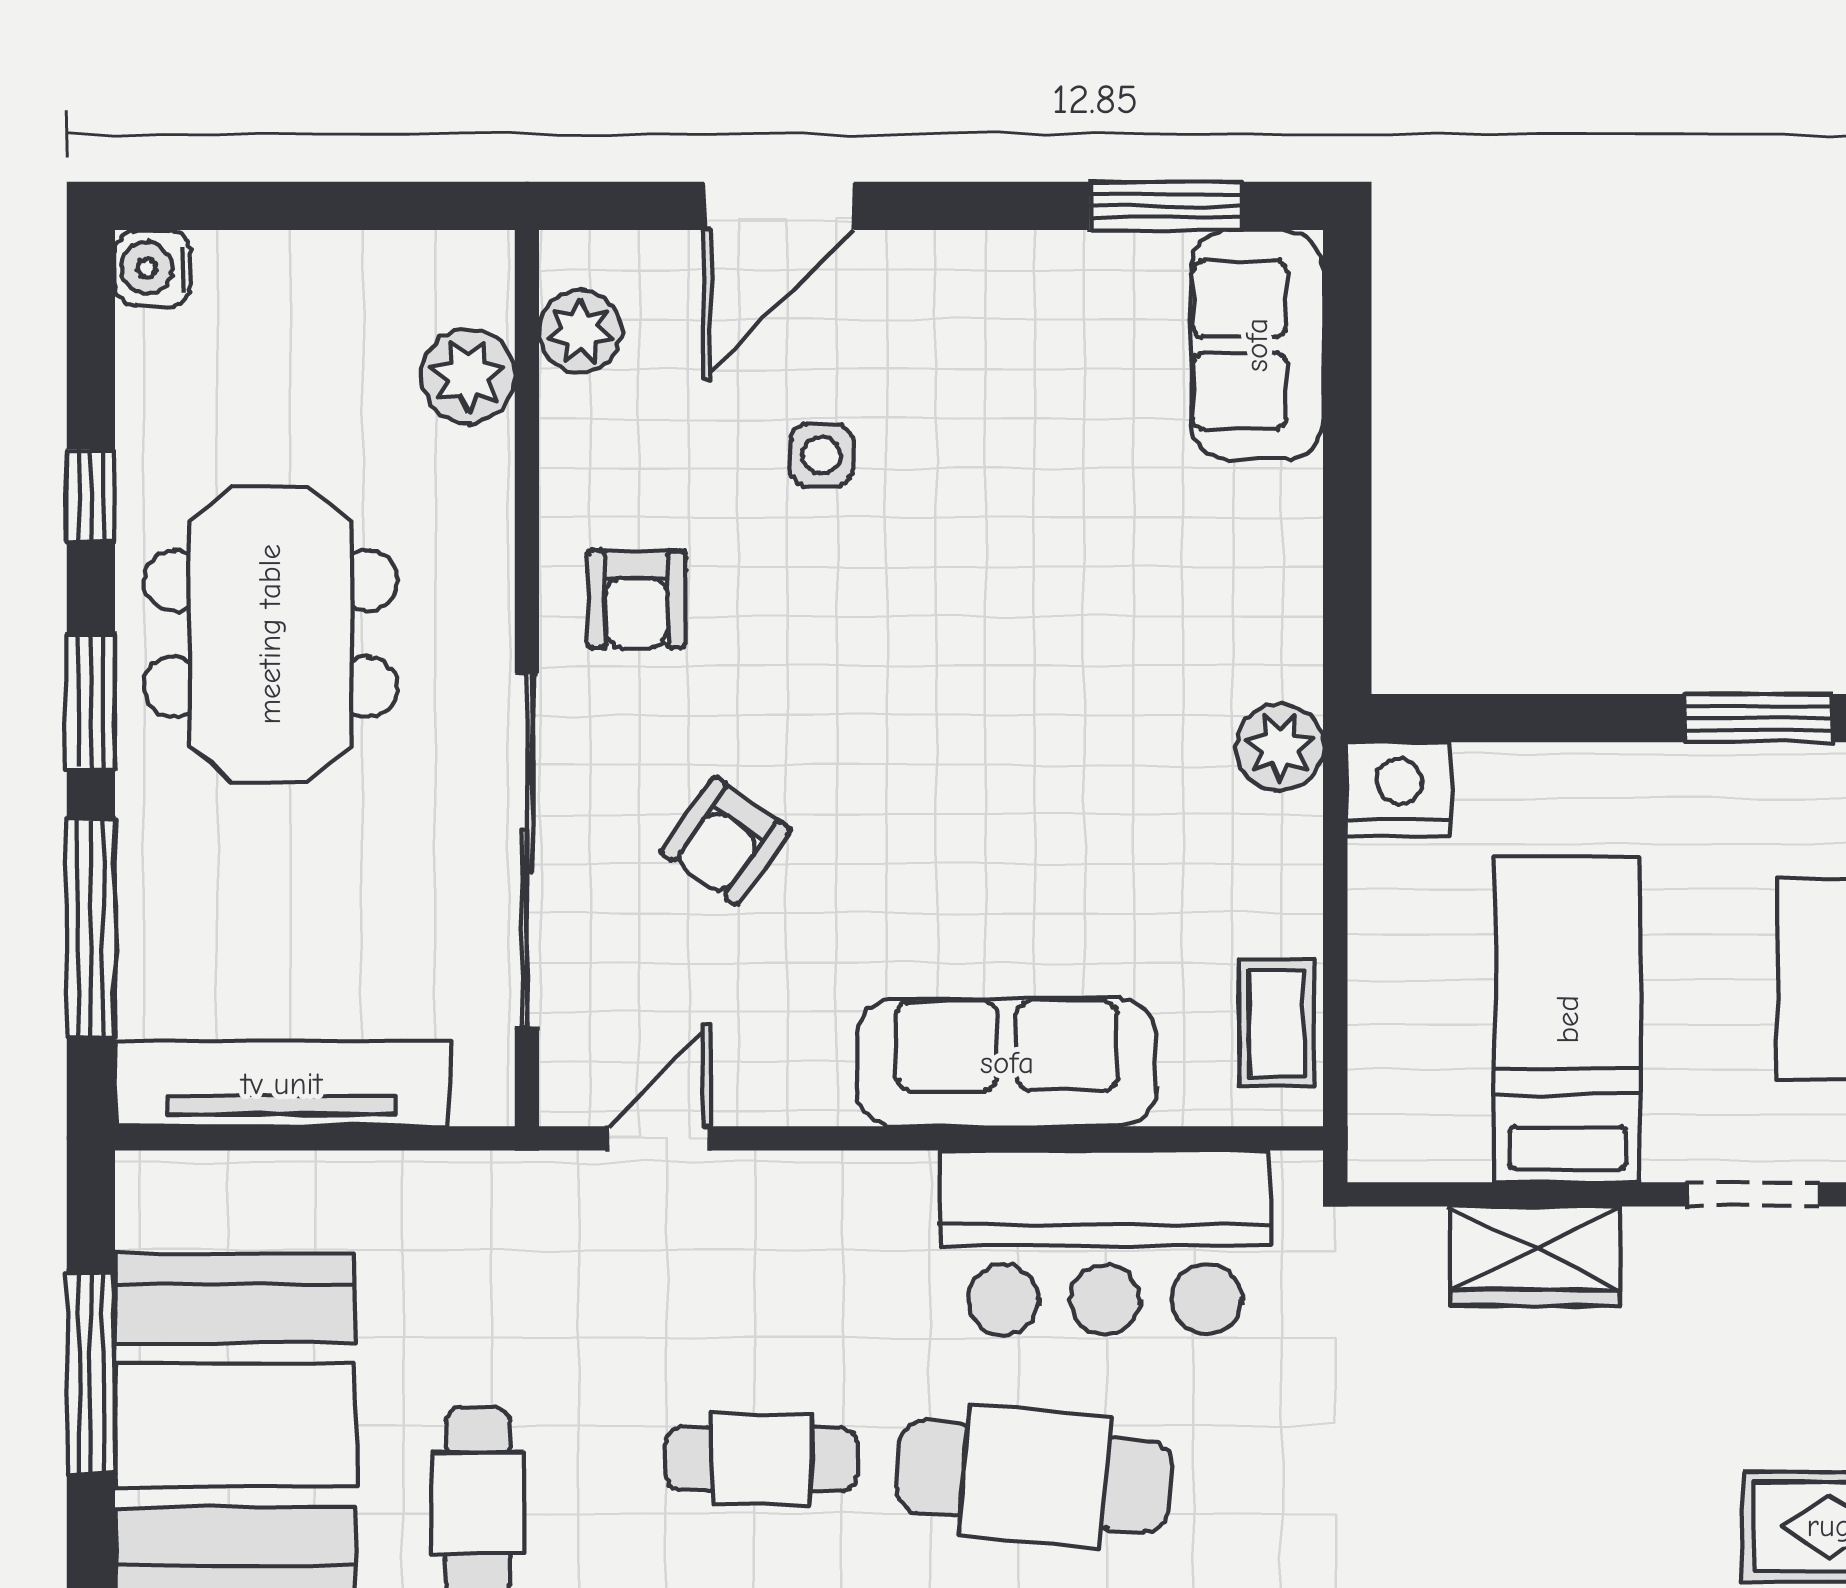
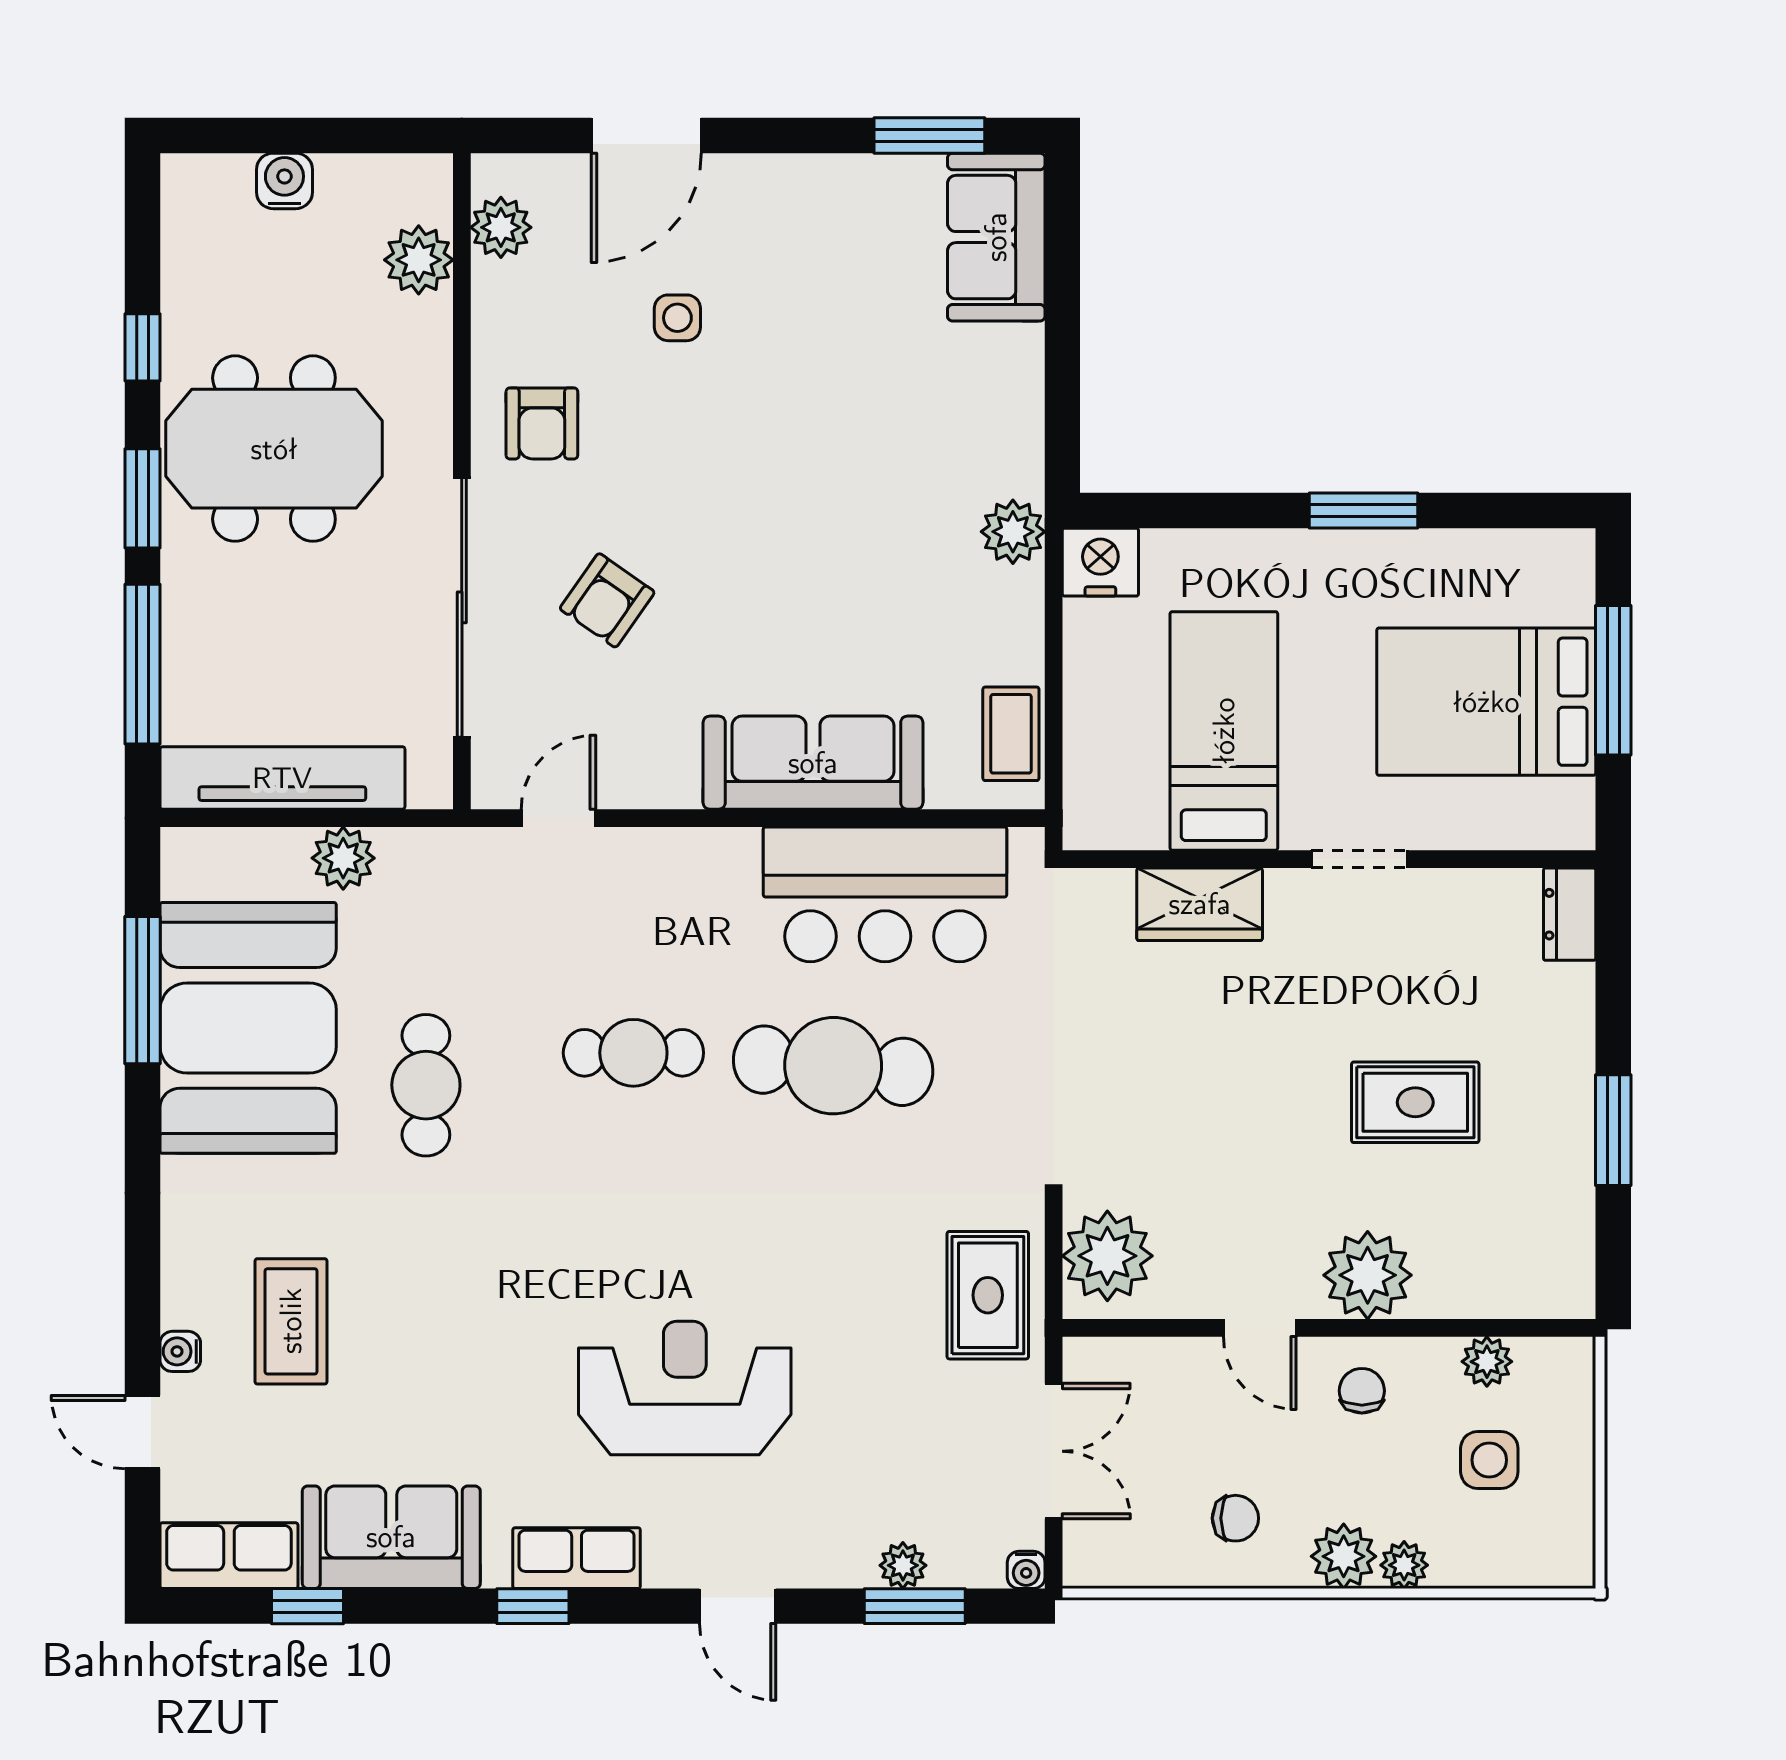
water cooler: (153, 268) -> (284, 181), moved, turned 90
meeting table: (270, 634) -> (274, 449), turned 90
plant: (365, 1193) -> (343, 858), added

